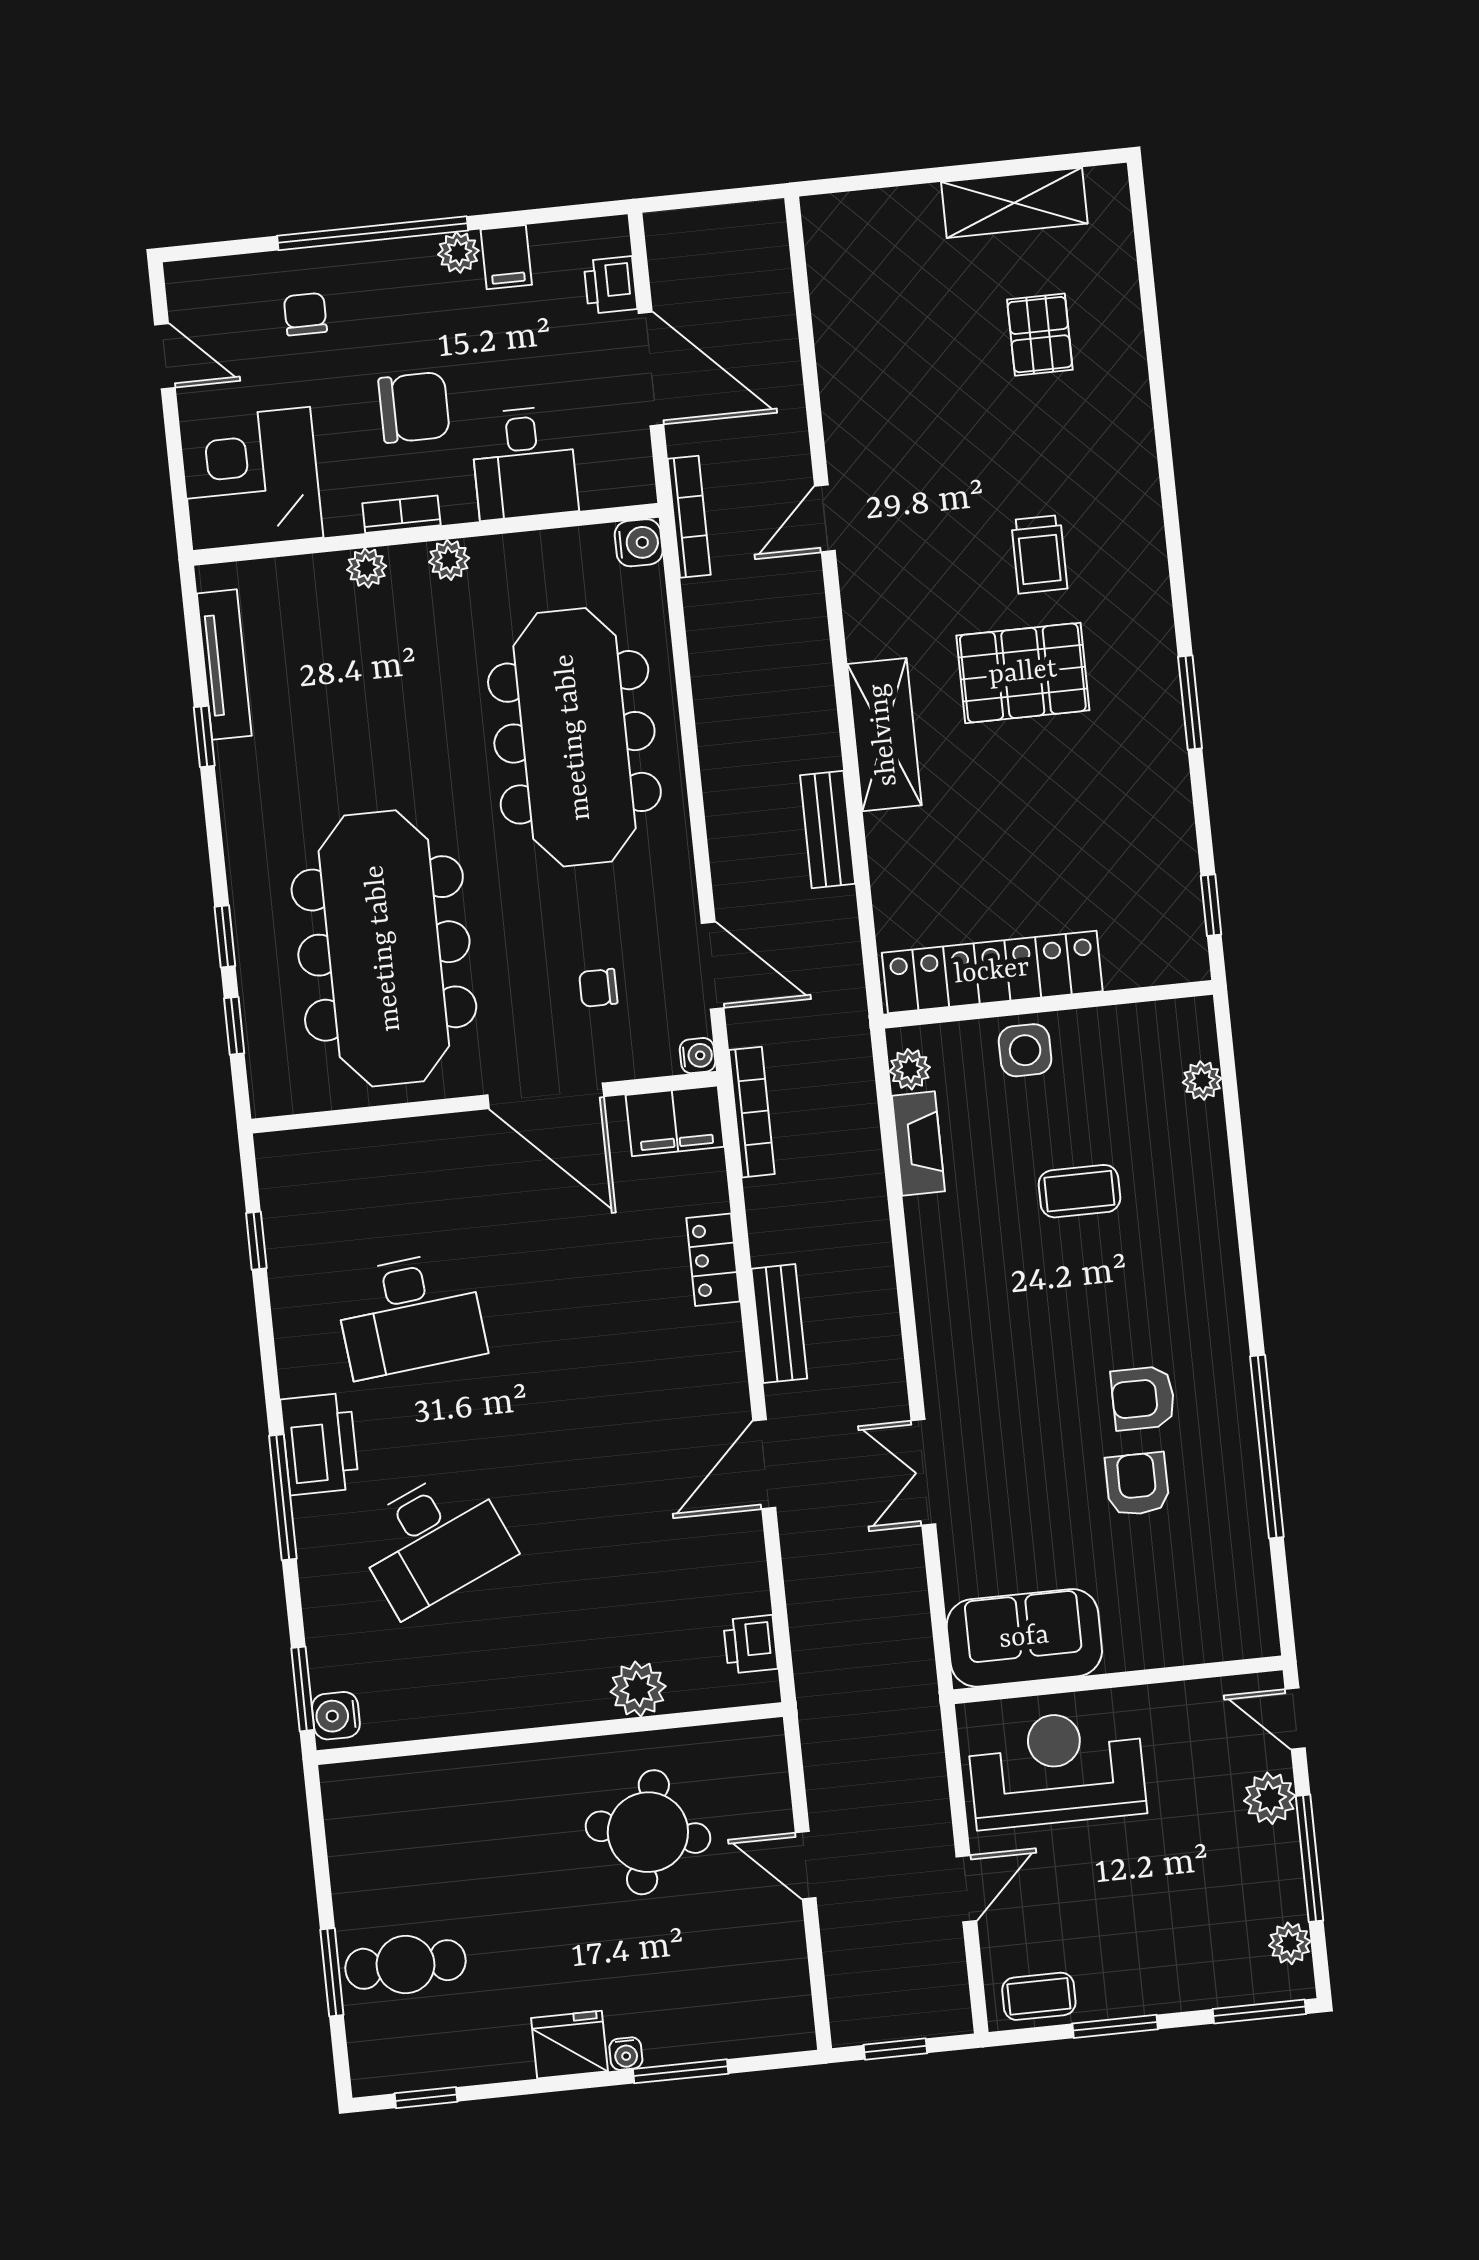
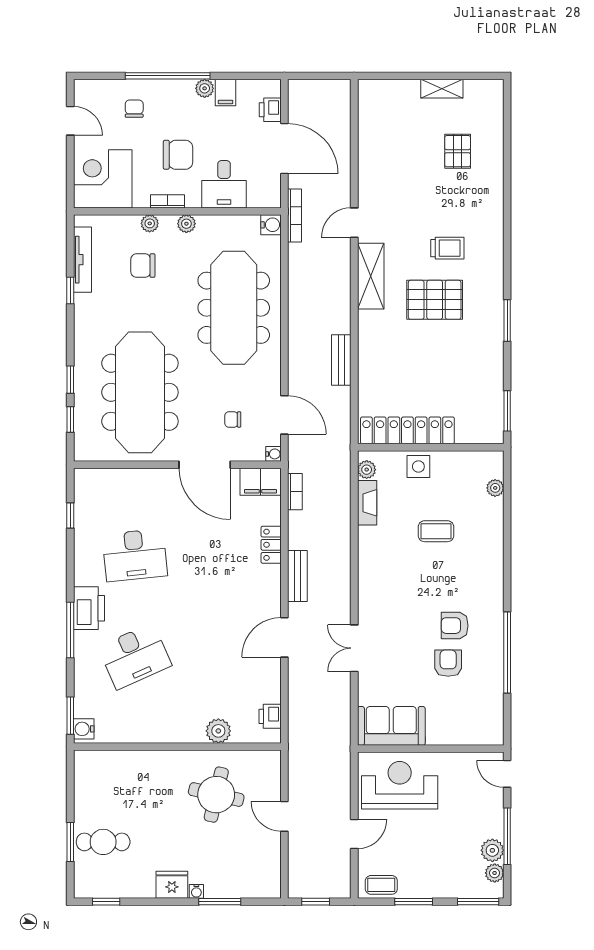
shelving: (1014, 203) -> (442, 89), width x0.67, depth x0.75
trolley: (1039, 554) -> (447, 248), turned -90
chair: (361, 664) -> (143, 266), added
shelving: (884, 735) -> (371, 276), moved
window: (1211, 905) -> (507, 411), width x1.50
bookcase: (752, 1112) -> (295, 492), width x0.64
plant: (1270, 1798) -> (492, 850), moved

